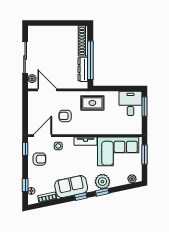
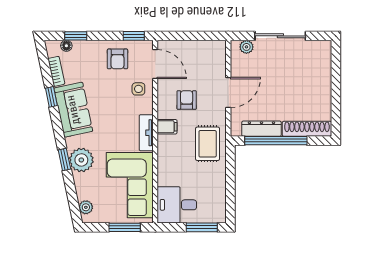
door: (47, 90) -> (228, 92), moved
desk: (130, 103) -> (177, 205), moved, turned 180
filing cabinet: (82, 128) -> (167, 127), added
window: (81, 197) -> (51, 97), moved

